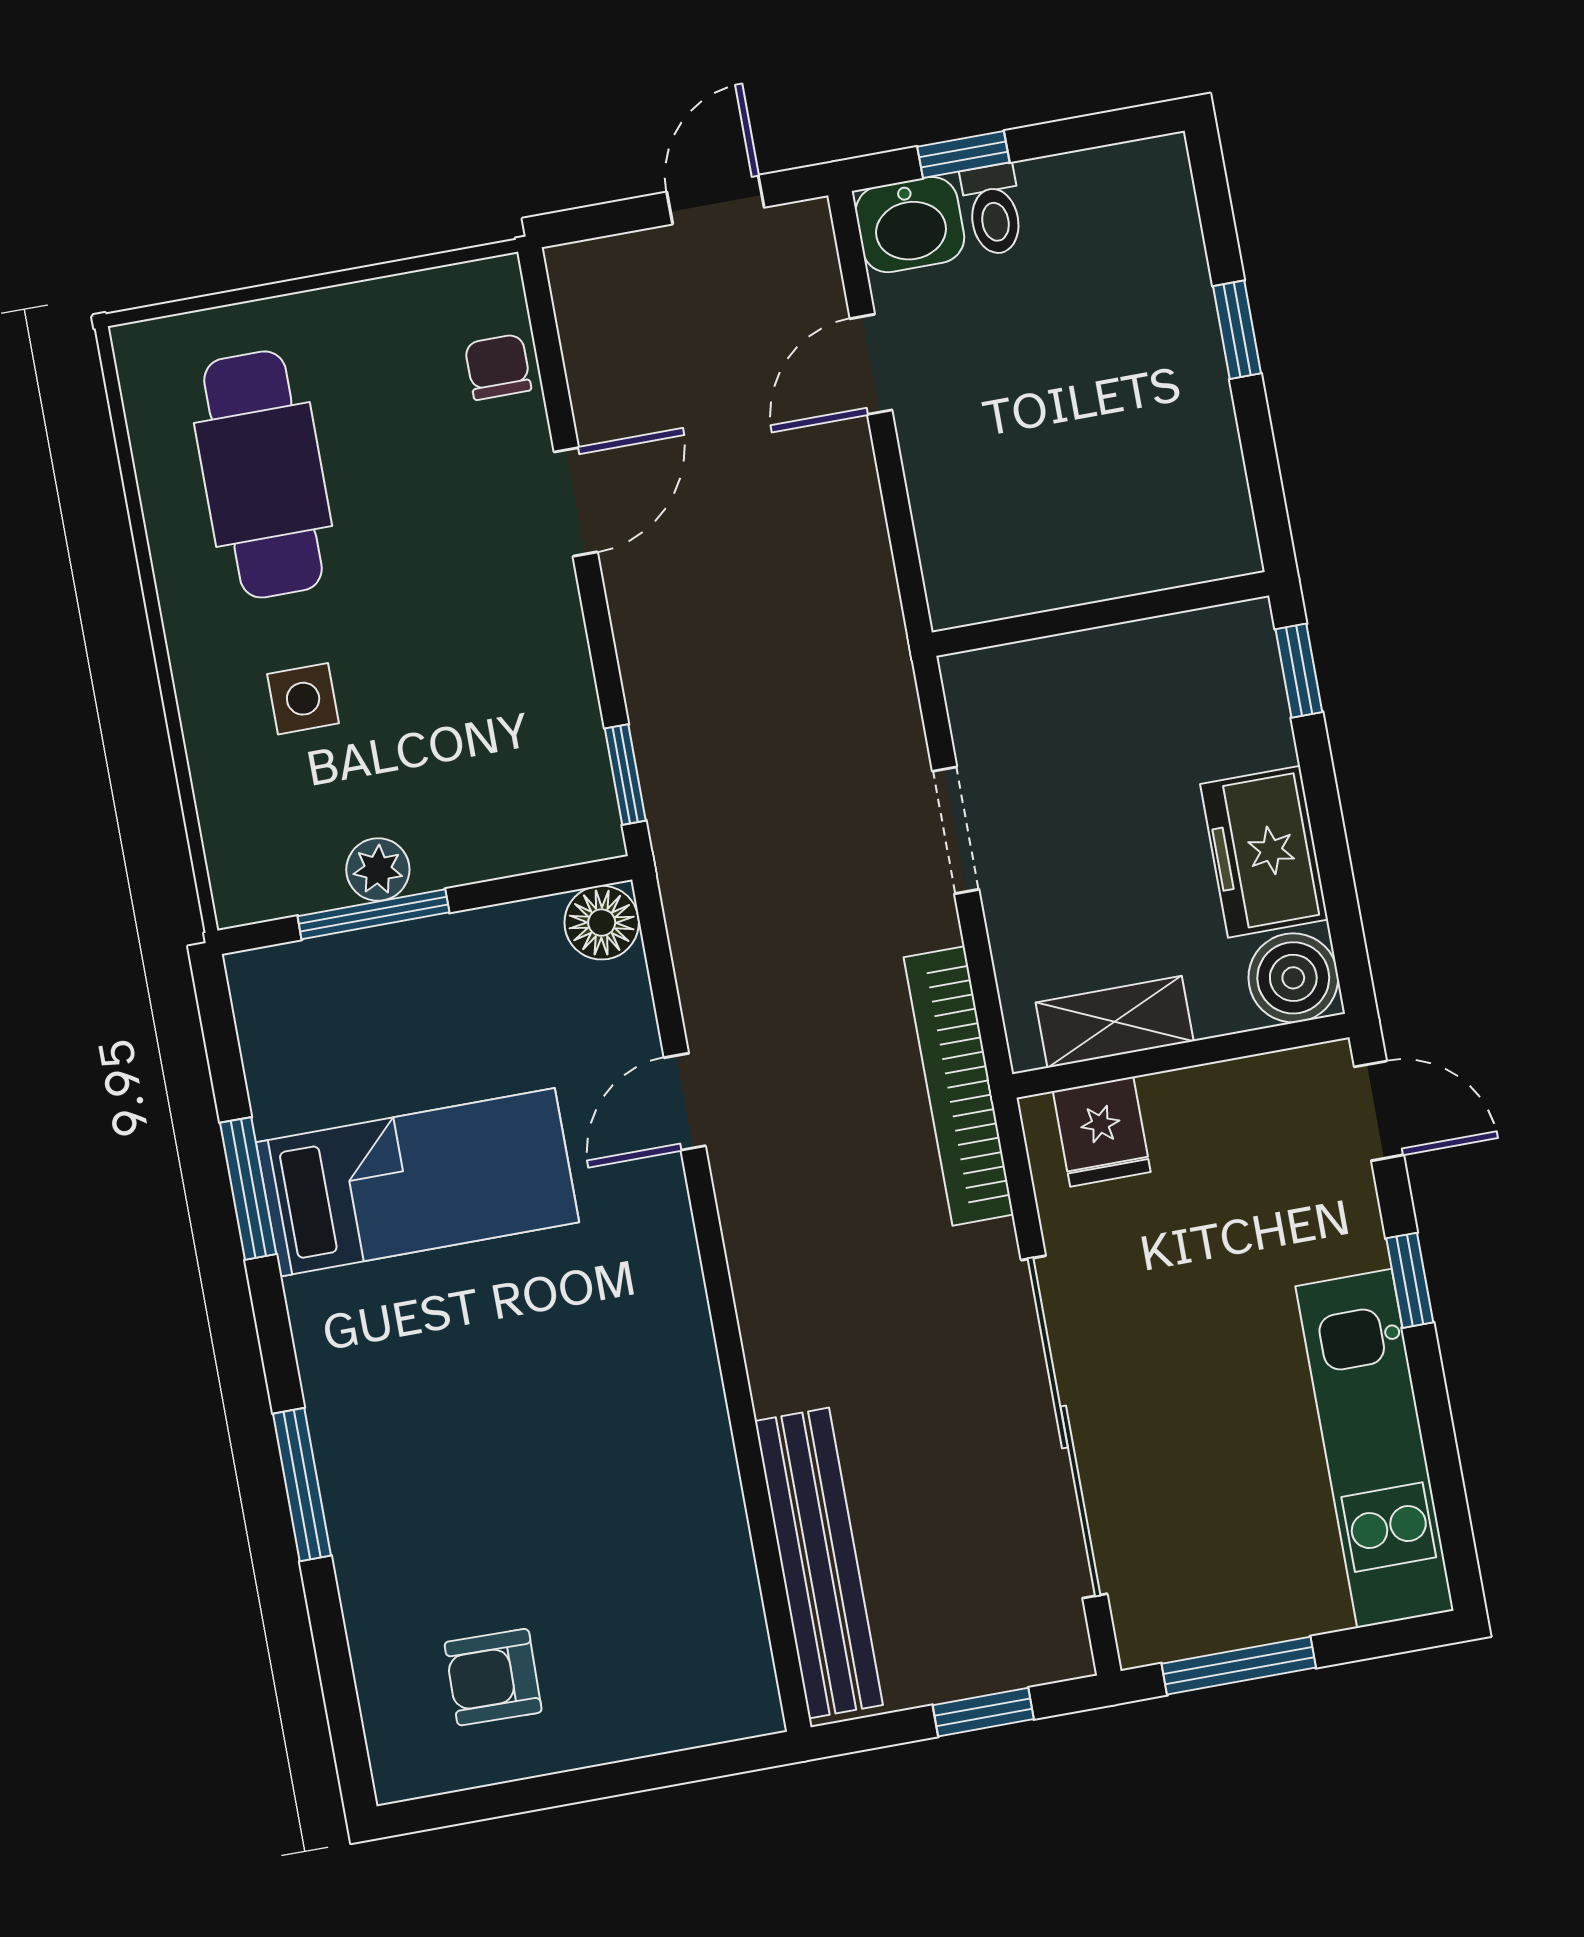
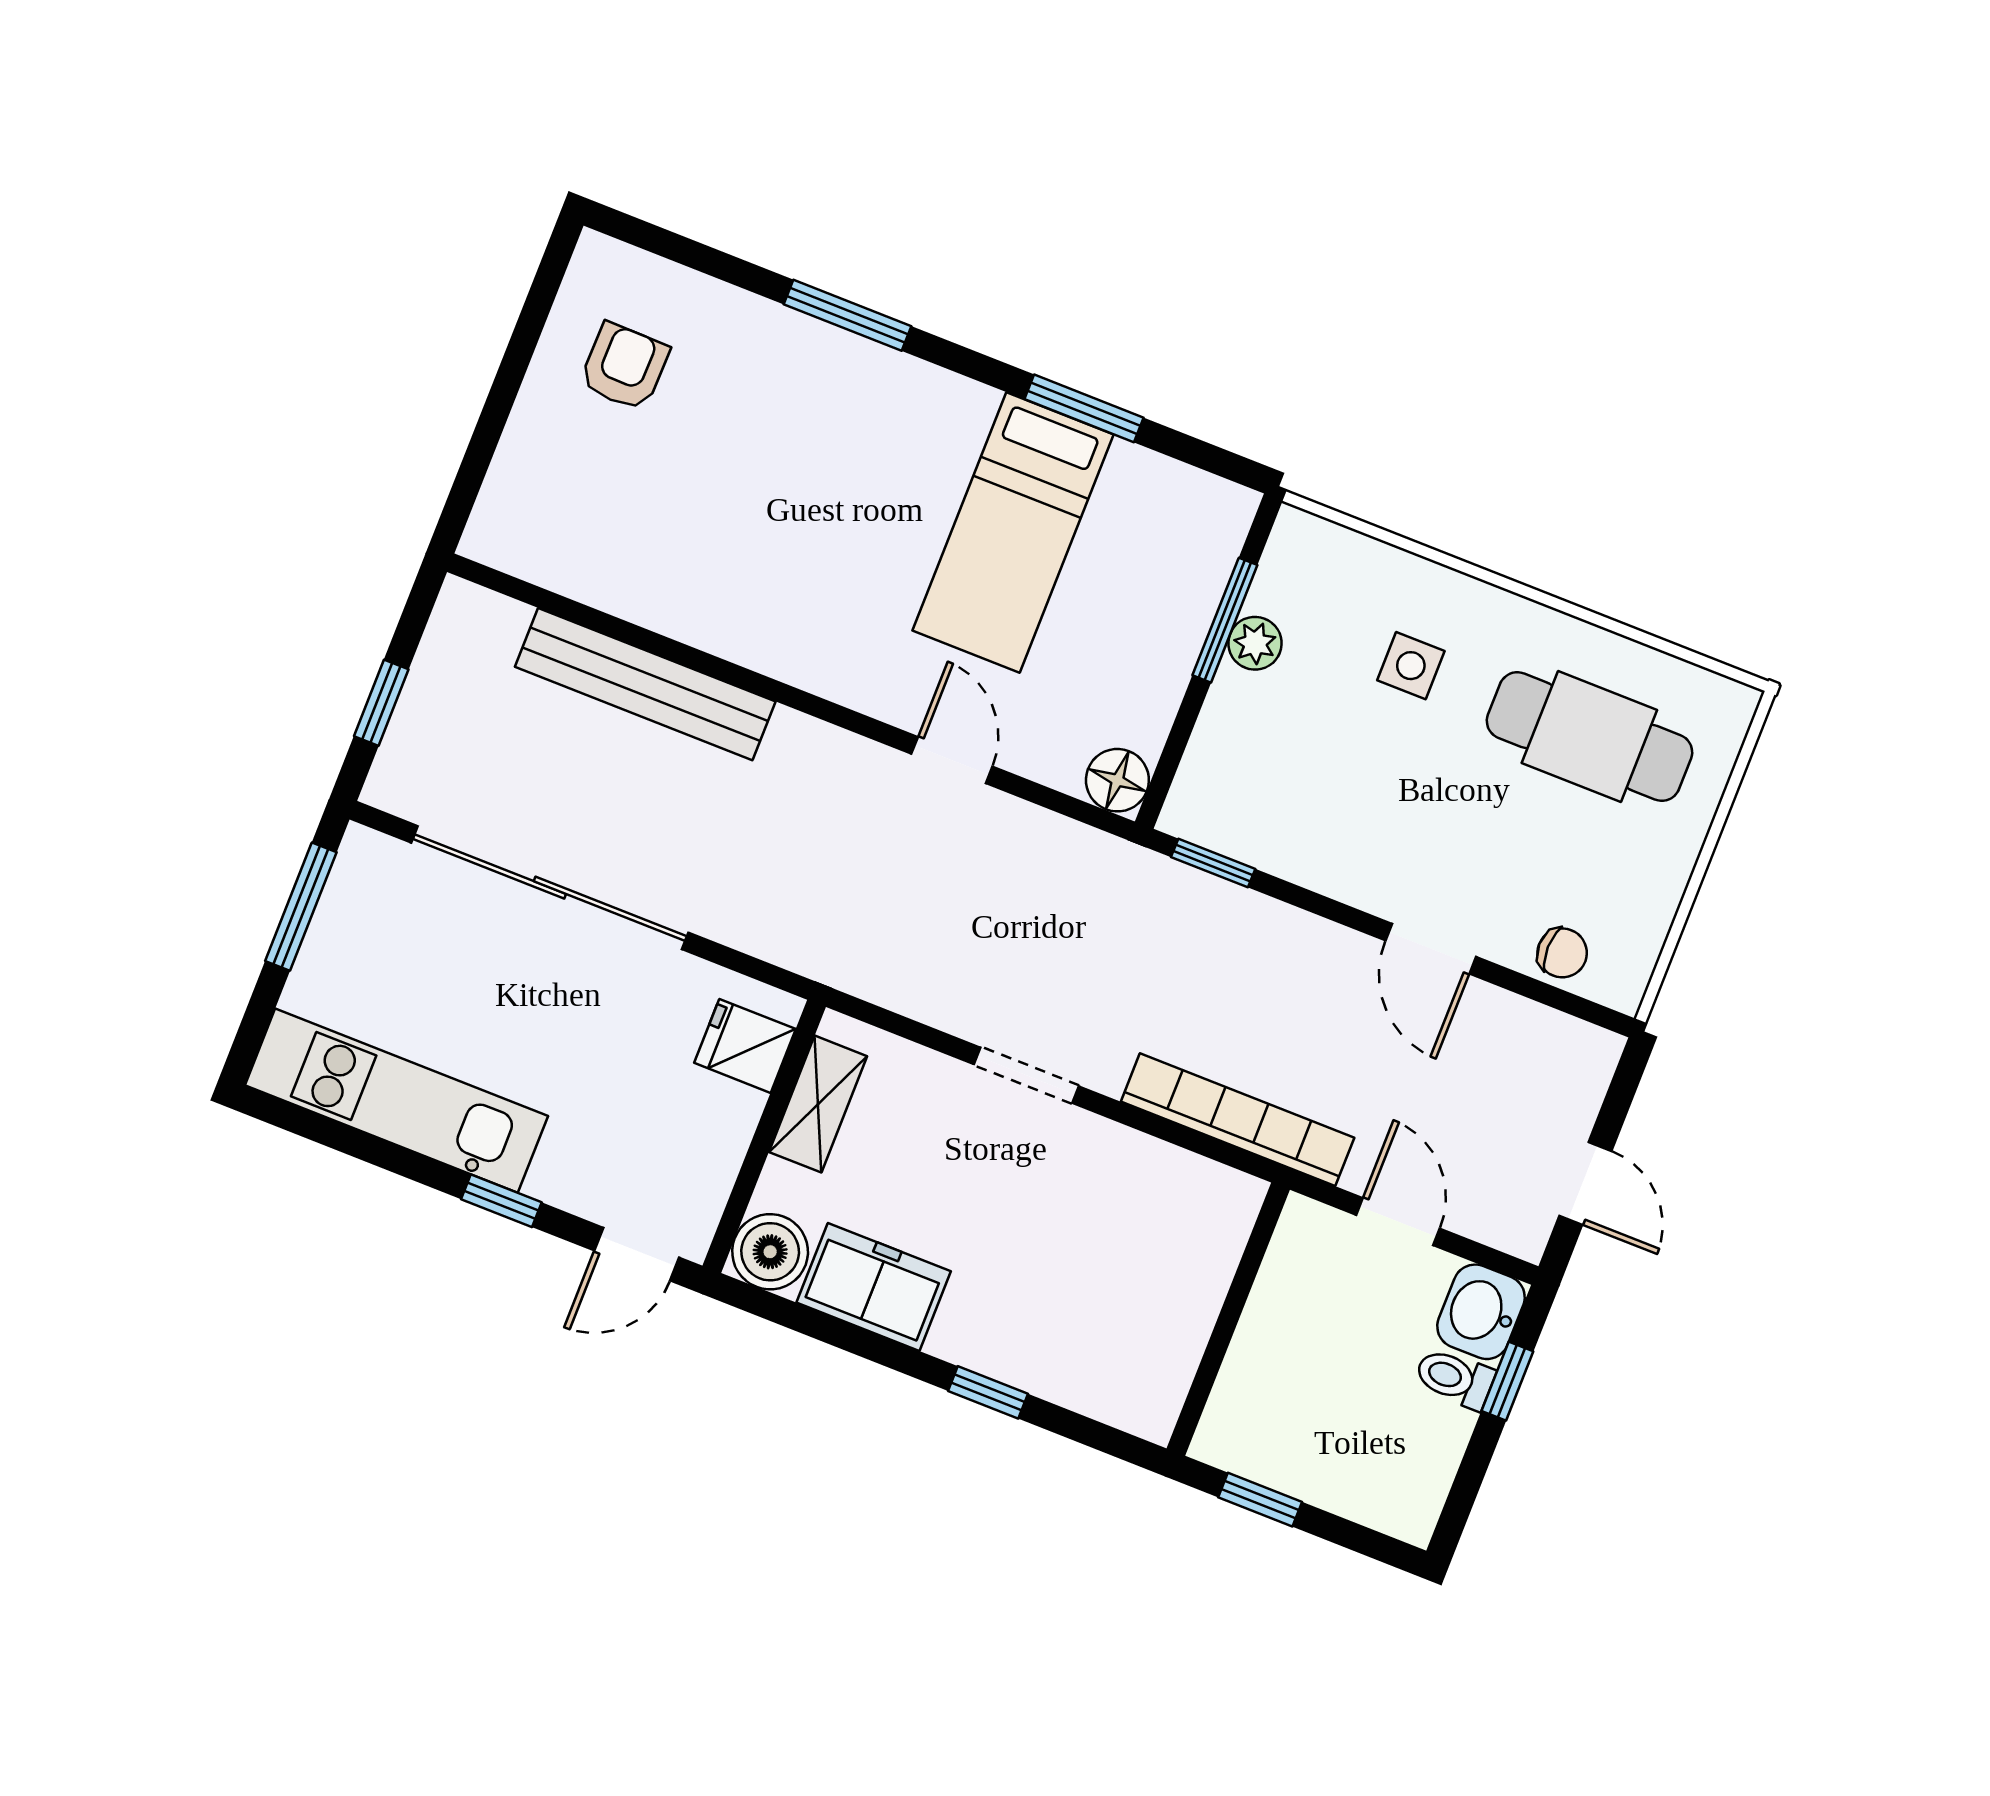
wall: (1101, 614) -> (1228, 1319), moved
bookcase: (959, 1086) -> (1238, 1120), moved
bench: (819, 1563) -> (645, 684), moved

